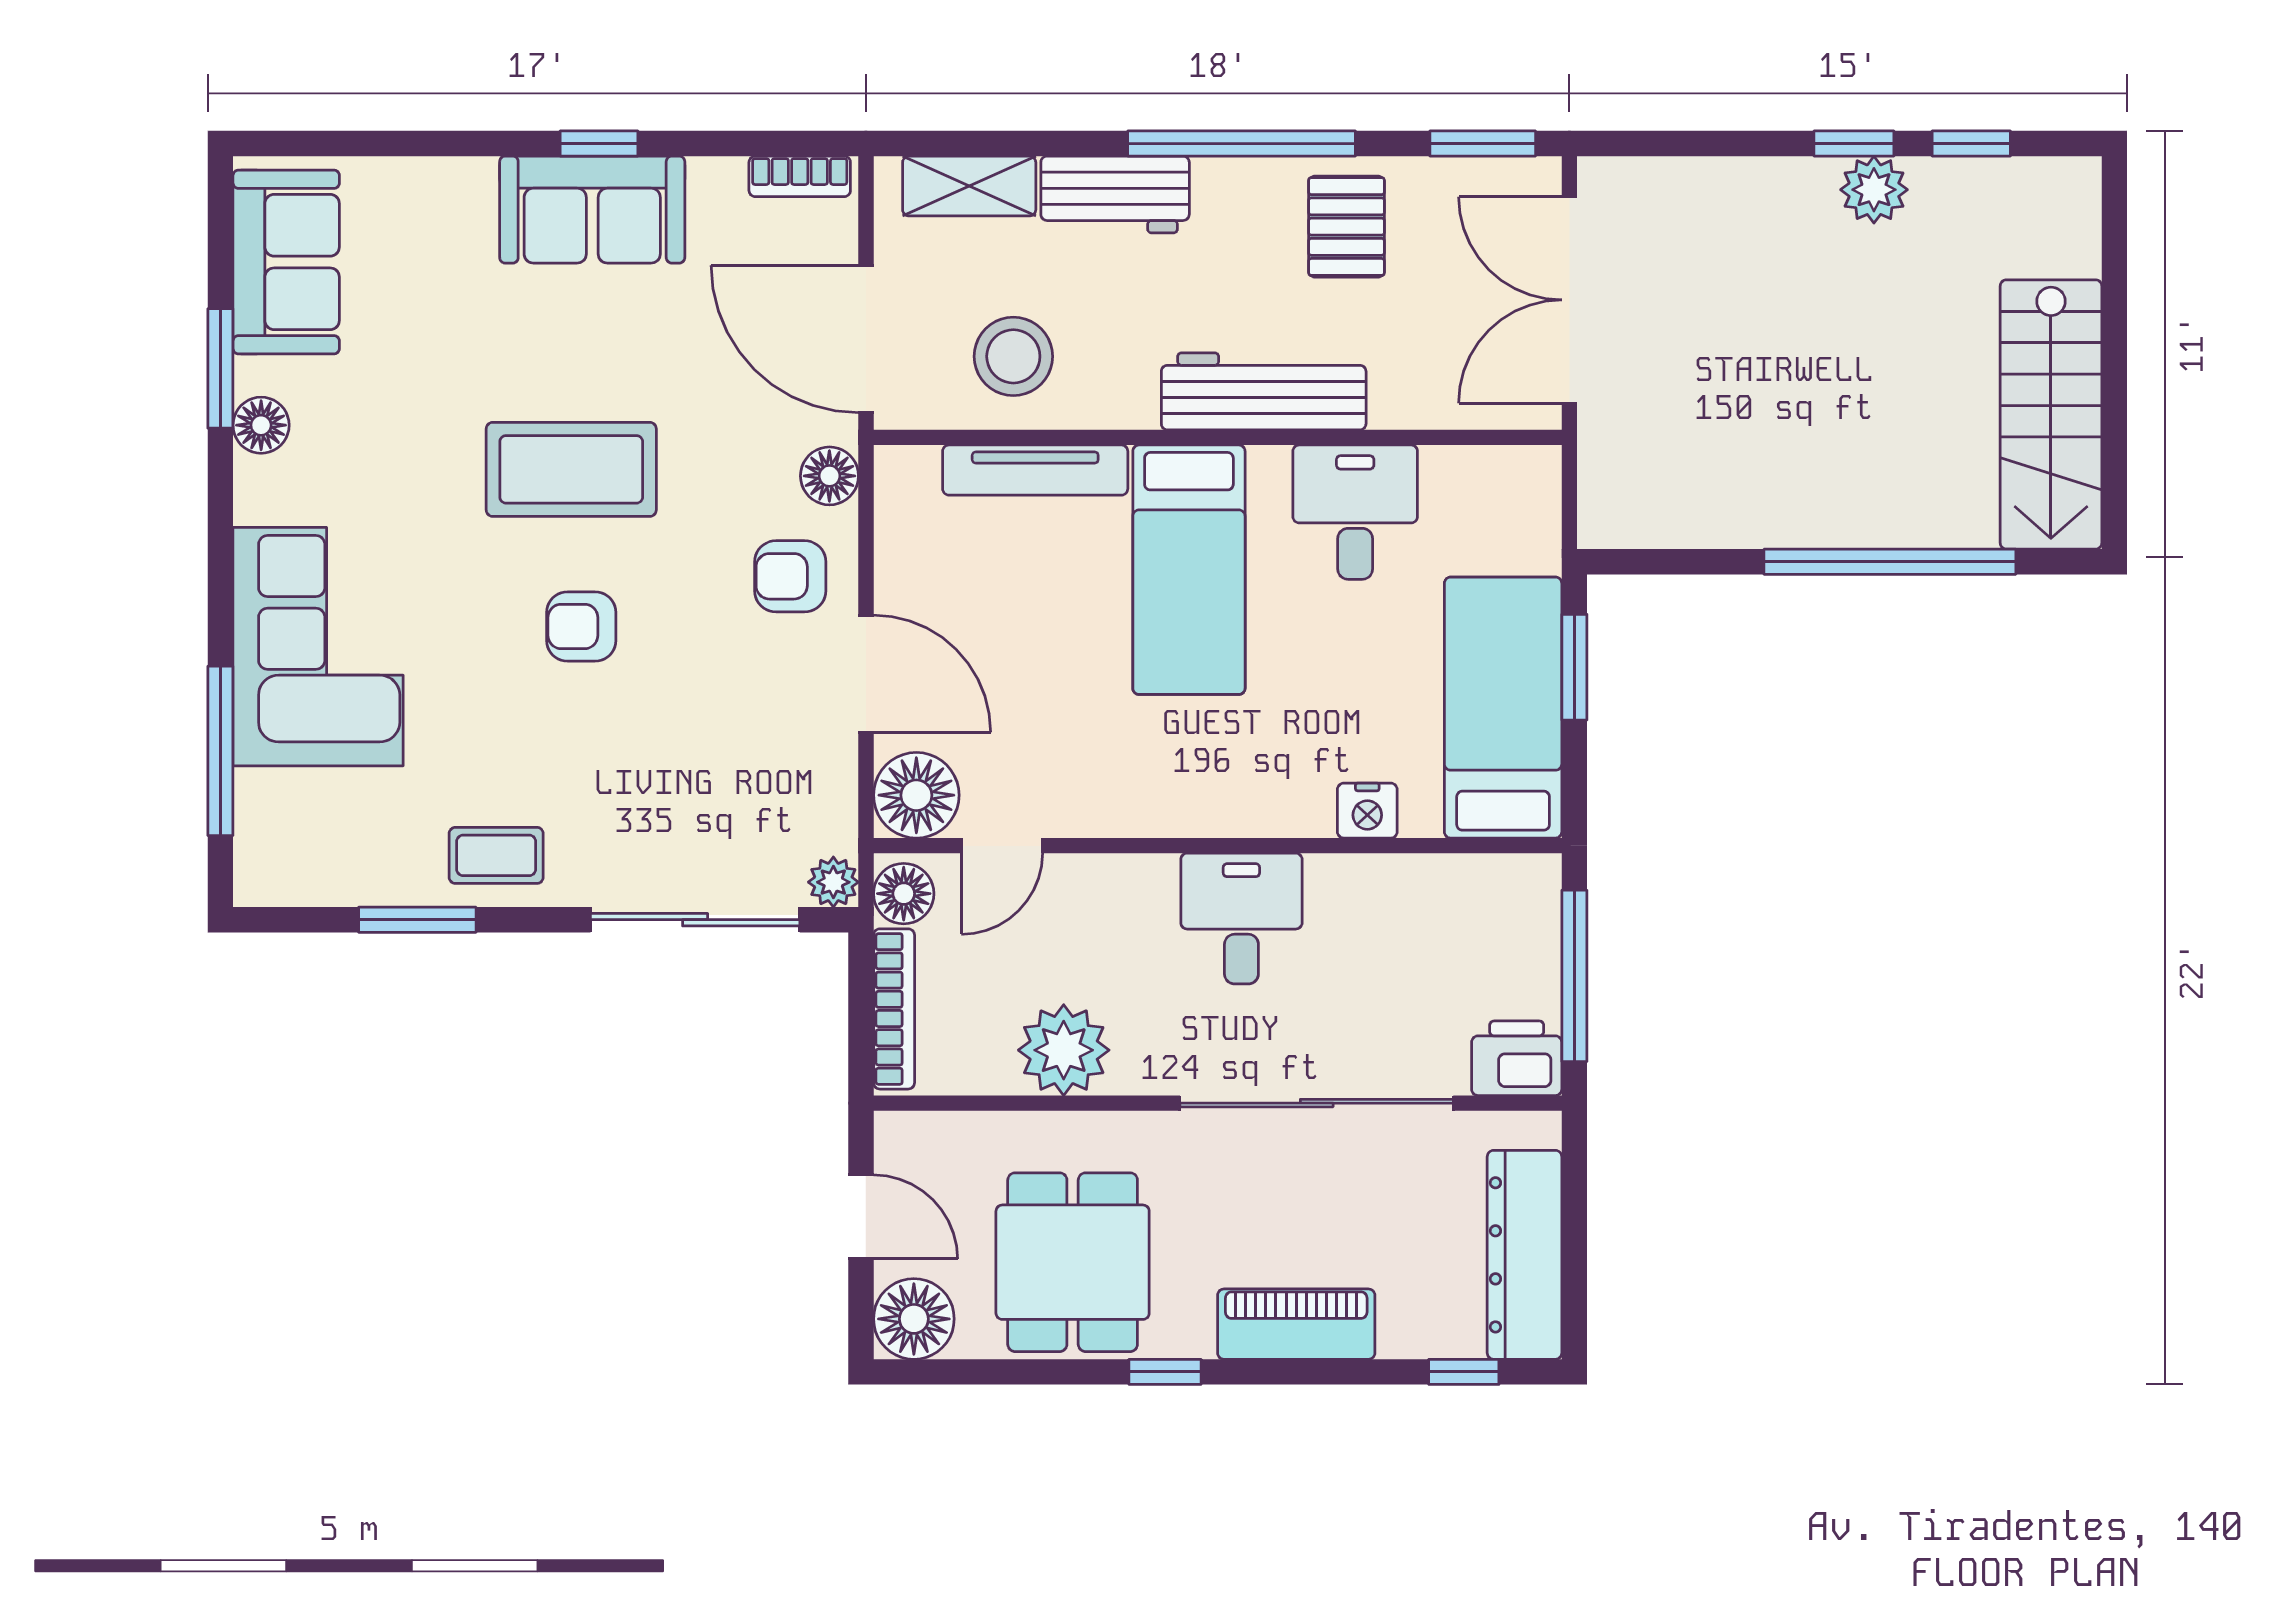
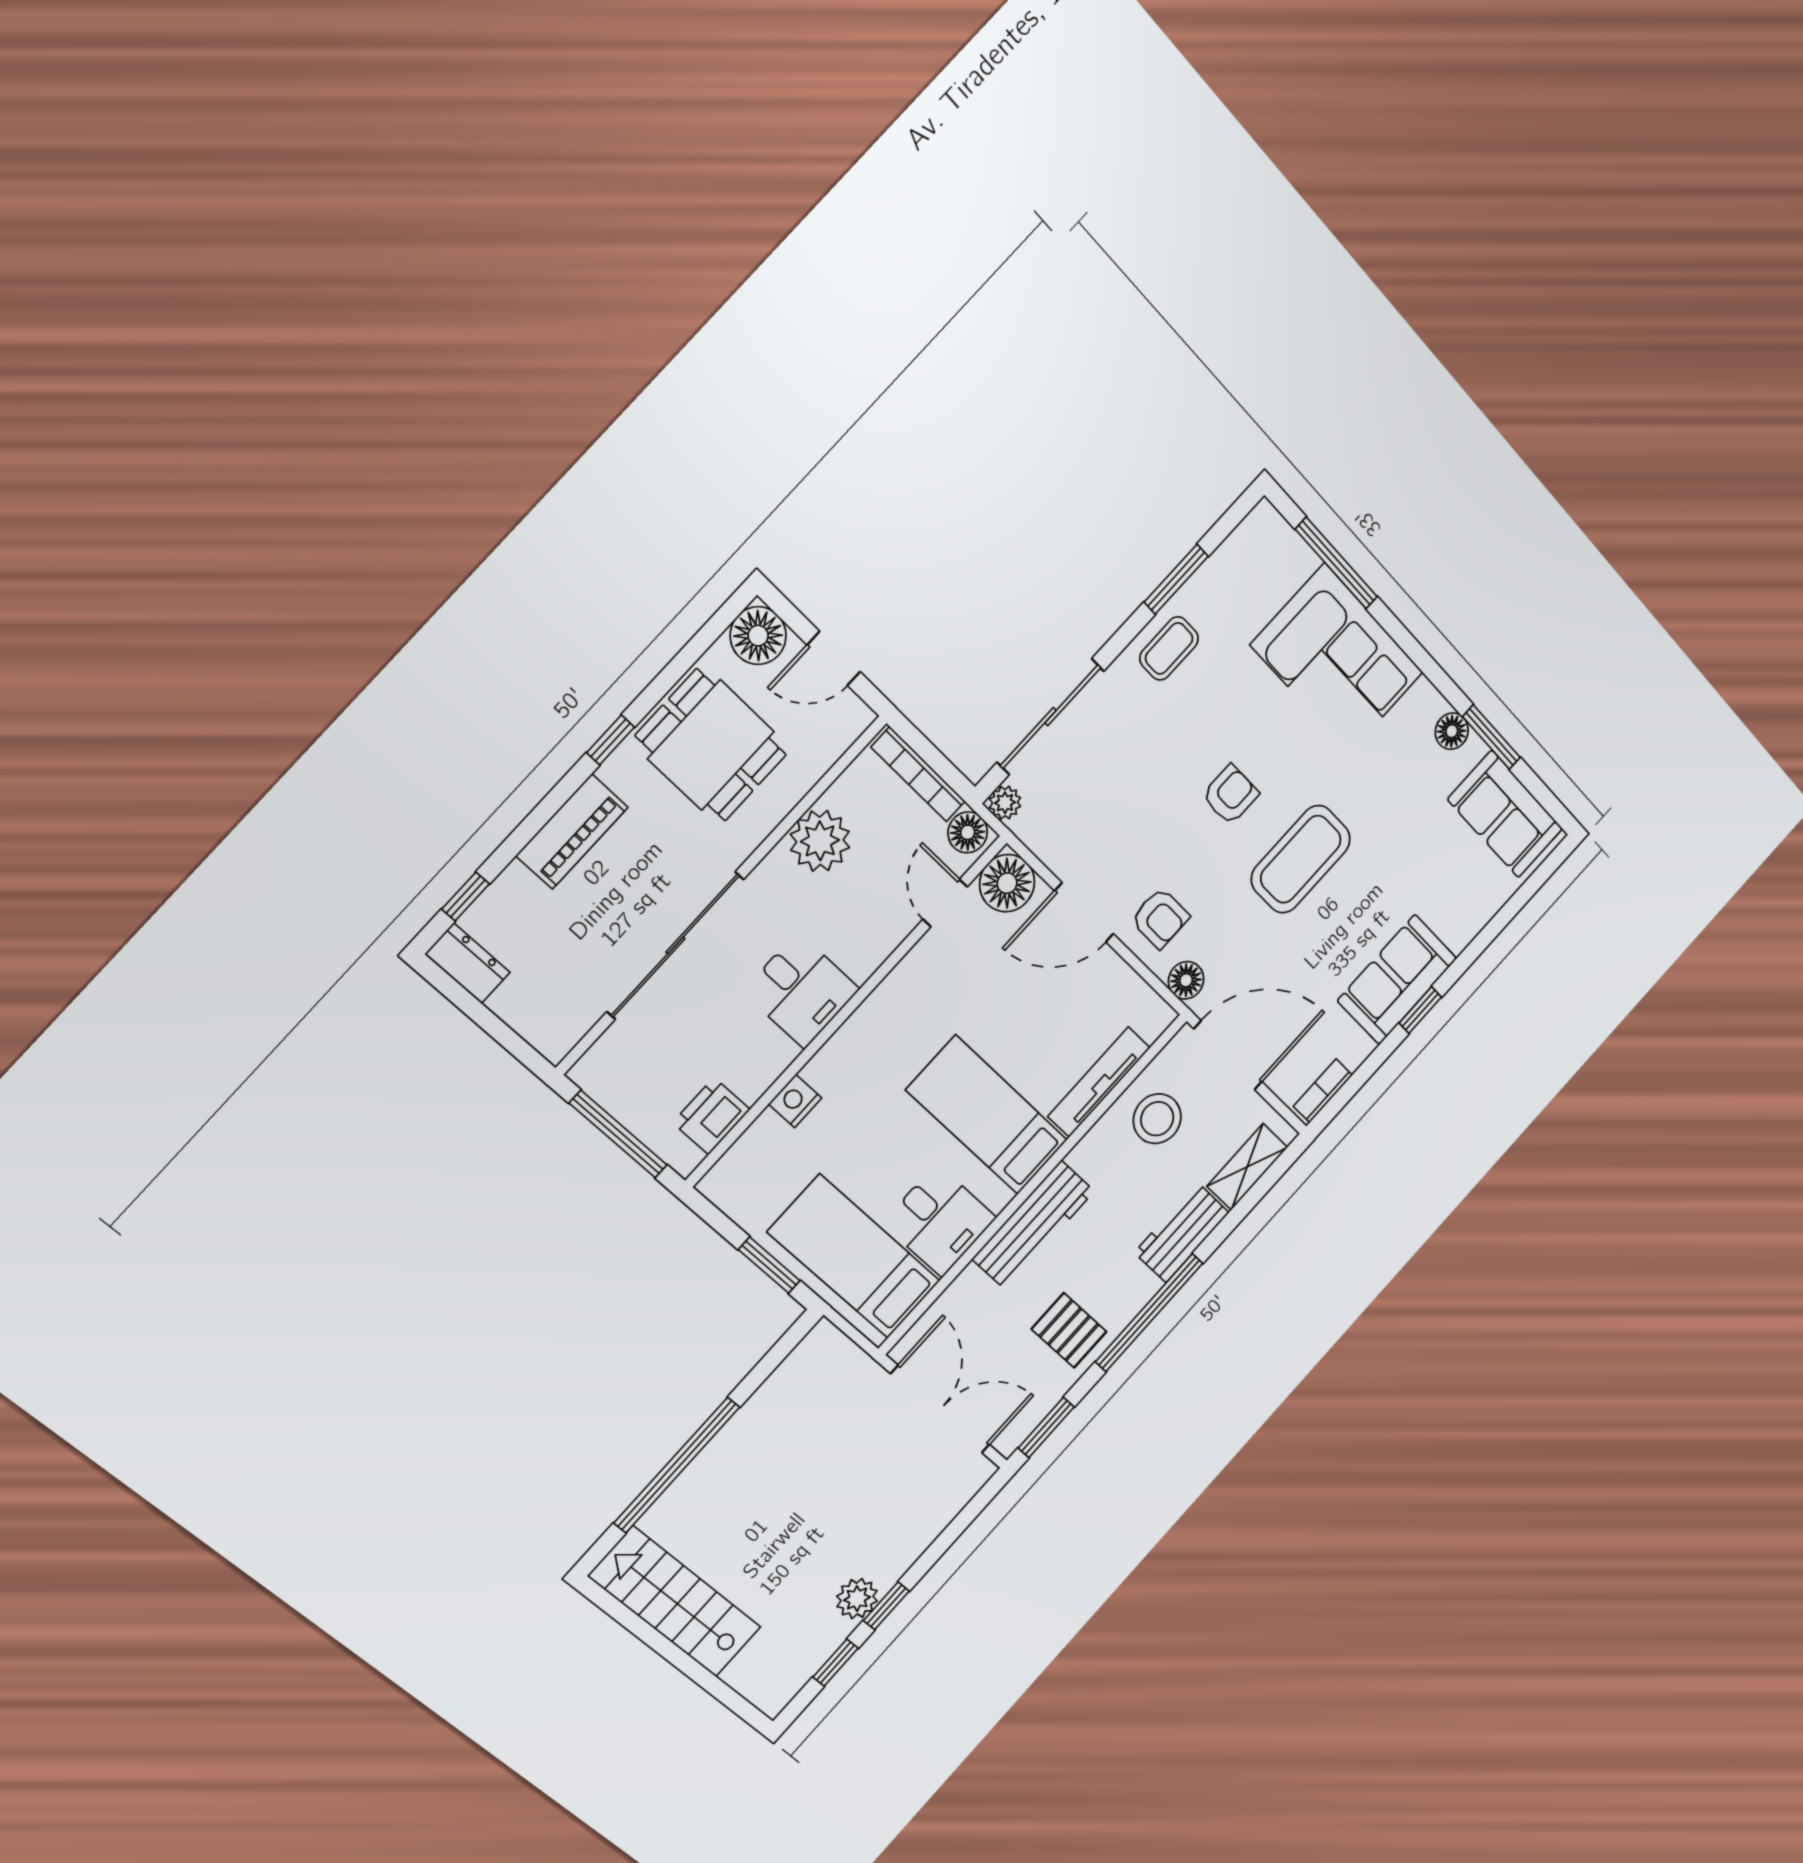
armchair: (790, 576) -> (1160, 918), turned 90
bed: (1503, 708) -> (854, 1257), moved, turned 180
printer: (1517, 1058) -> (711, 1116), moved, turned 180
dresser: (1525, 1255) -> (468, 963), width x0.51, depth x0.80

